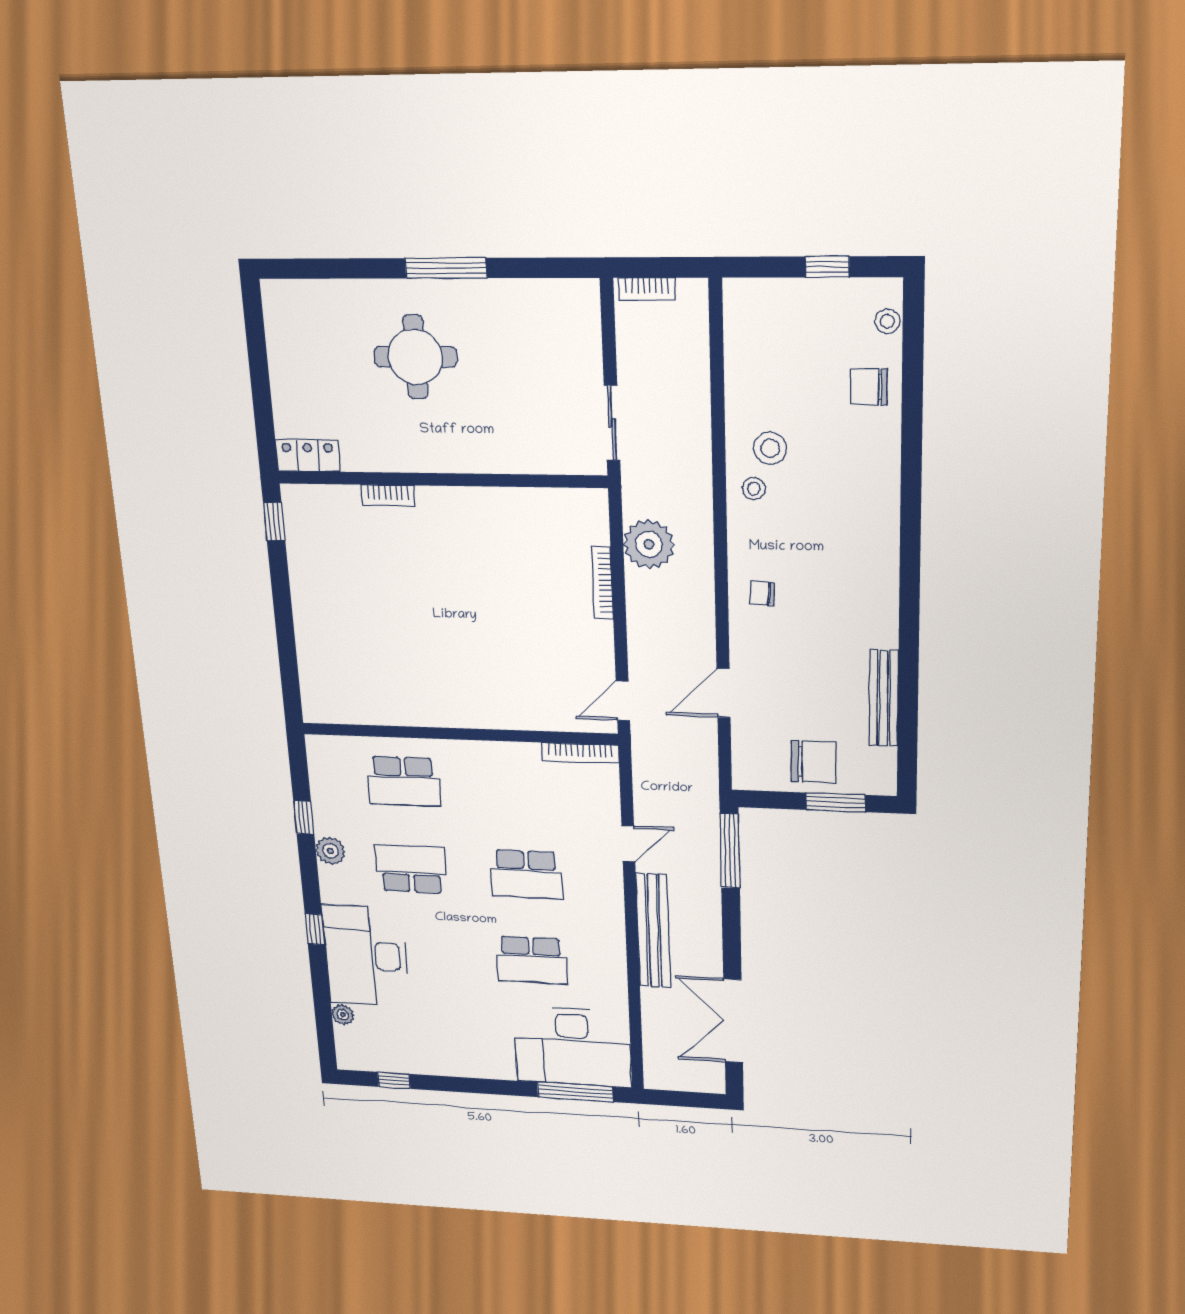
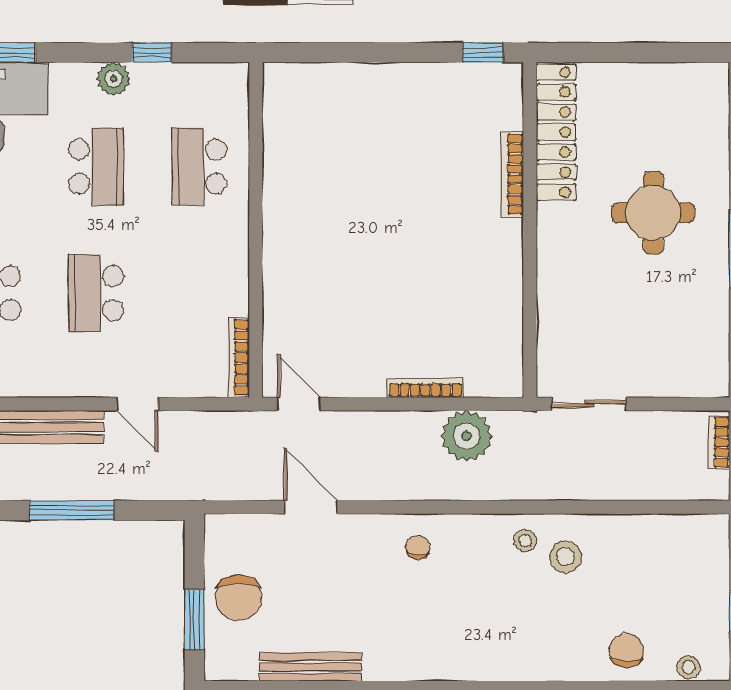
locker: (308, 456) -> (556, 132), width x2.16, depth x1.21
bookcase: (388, 496) -> (512, 174), width x1.56
window: (730, 851) -> (72, 510), moved

